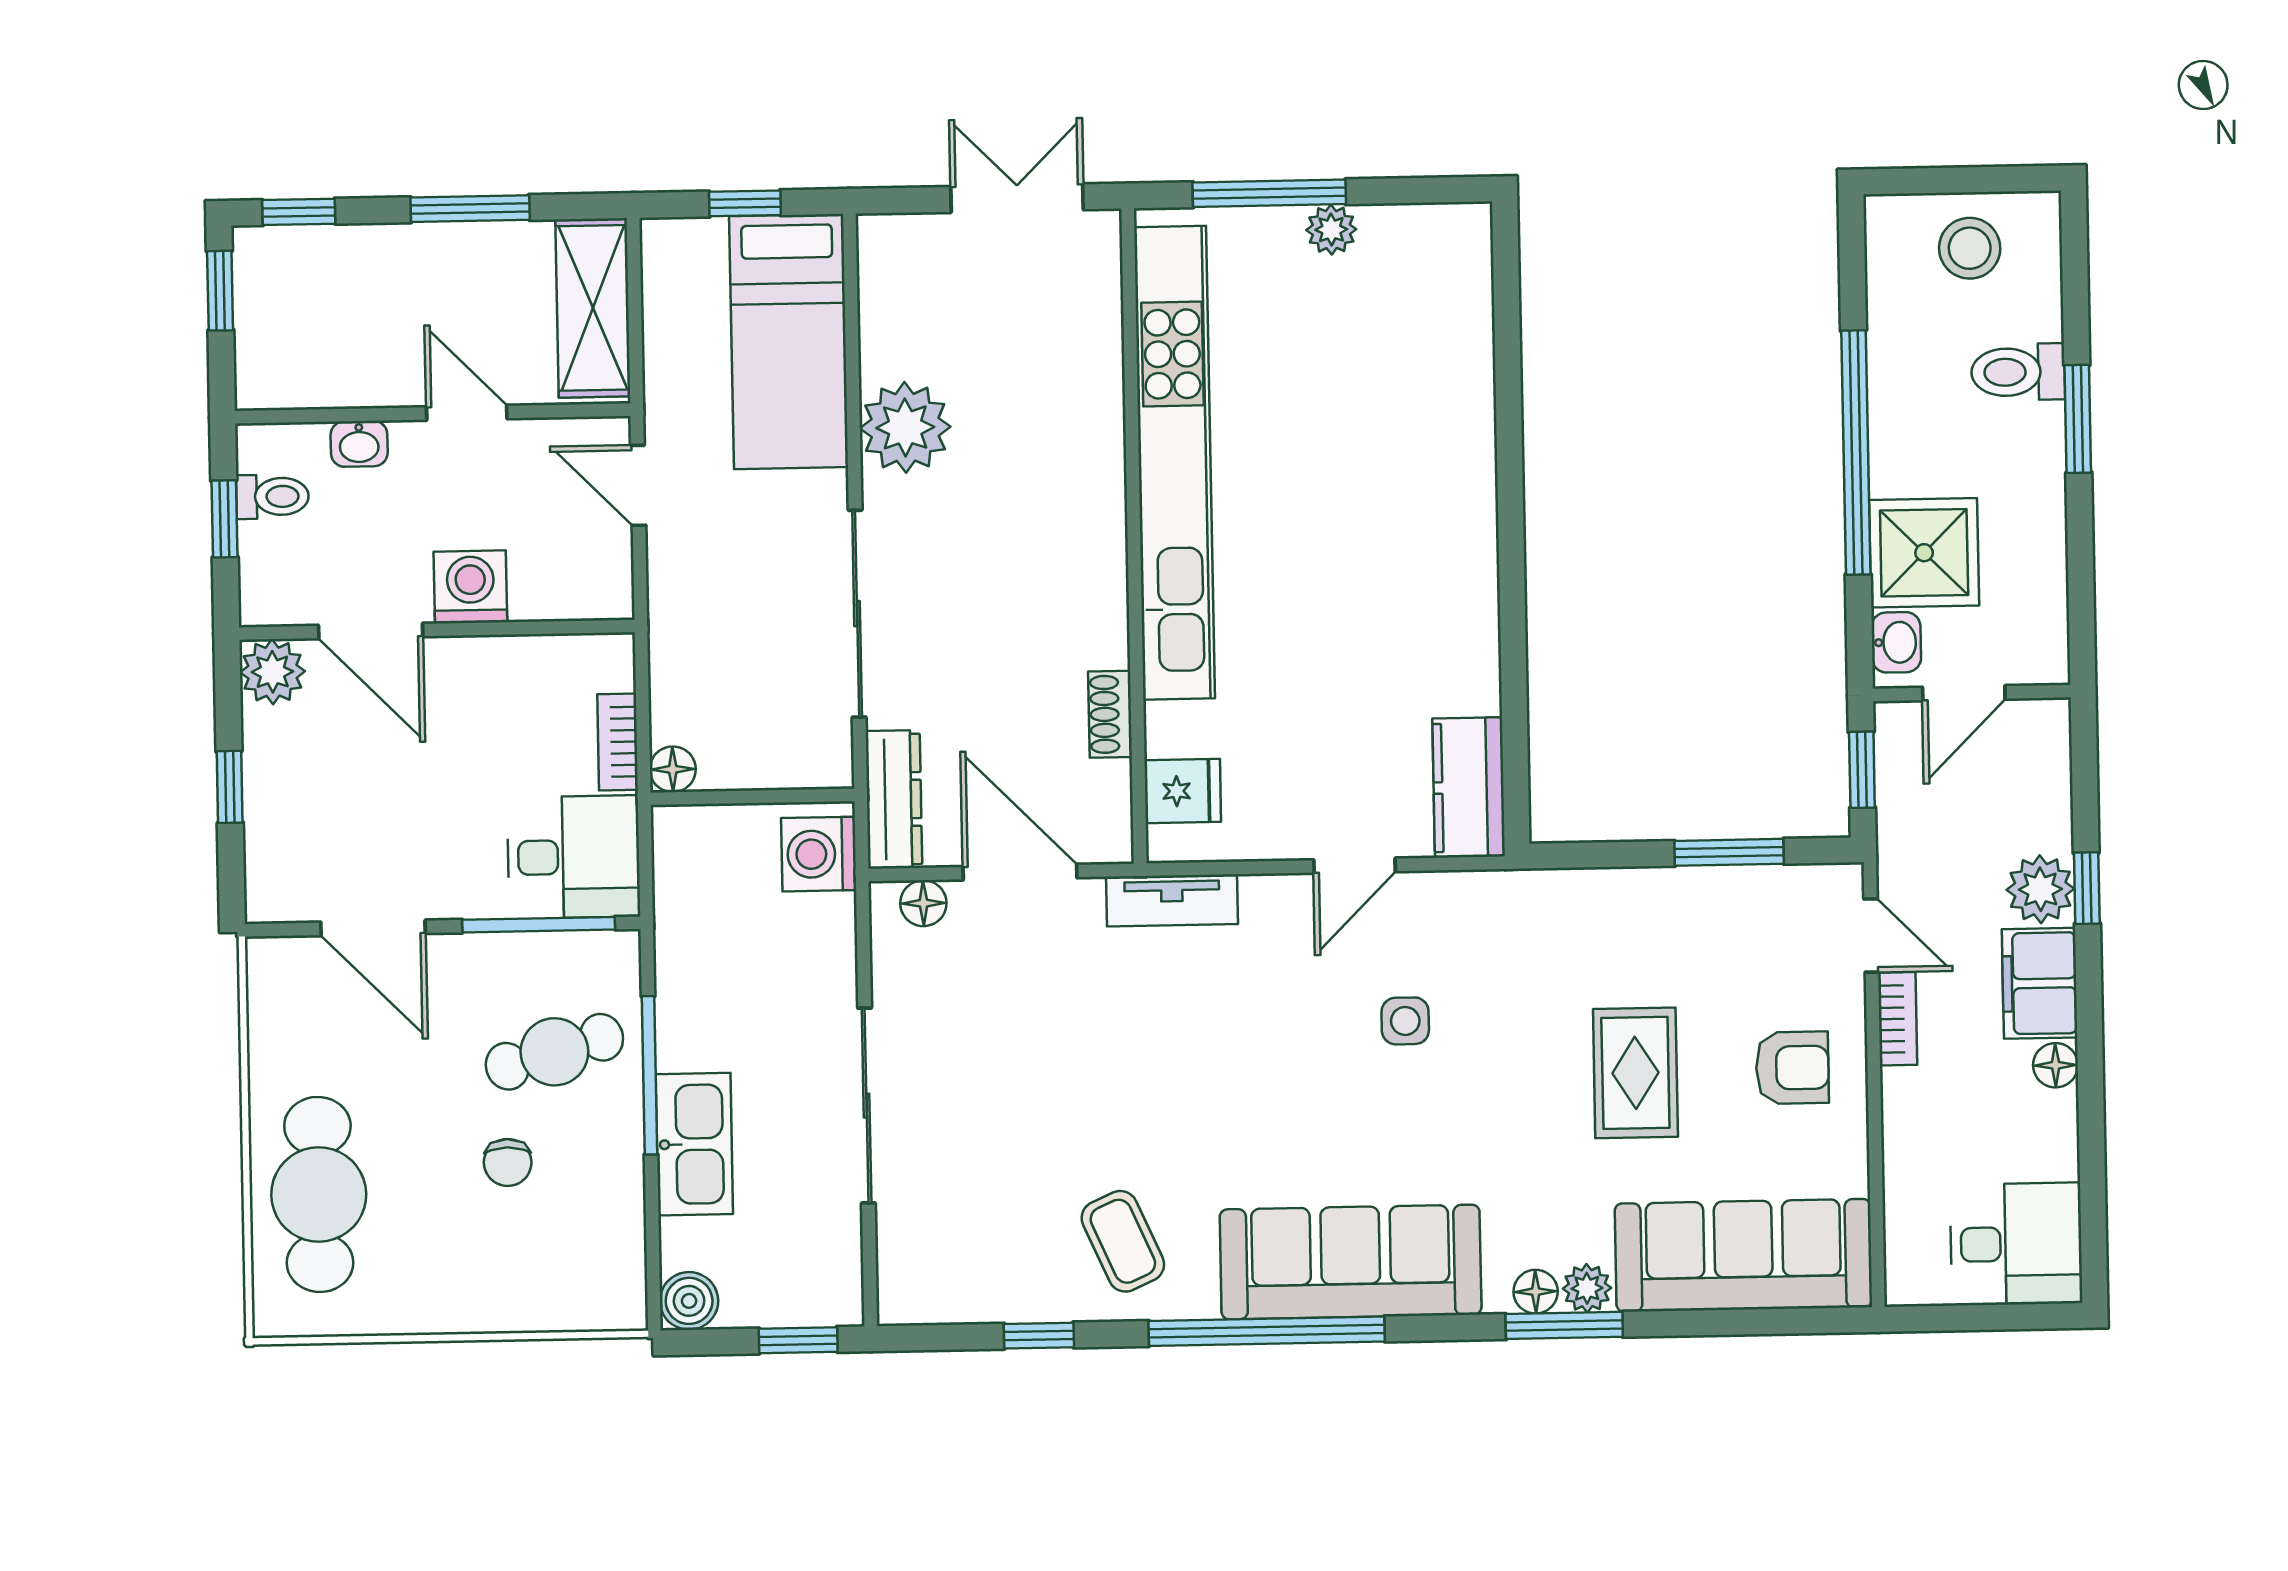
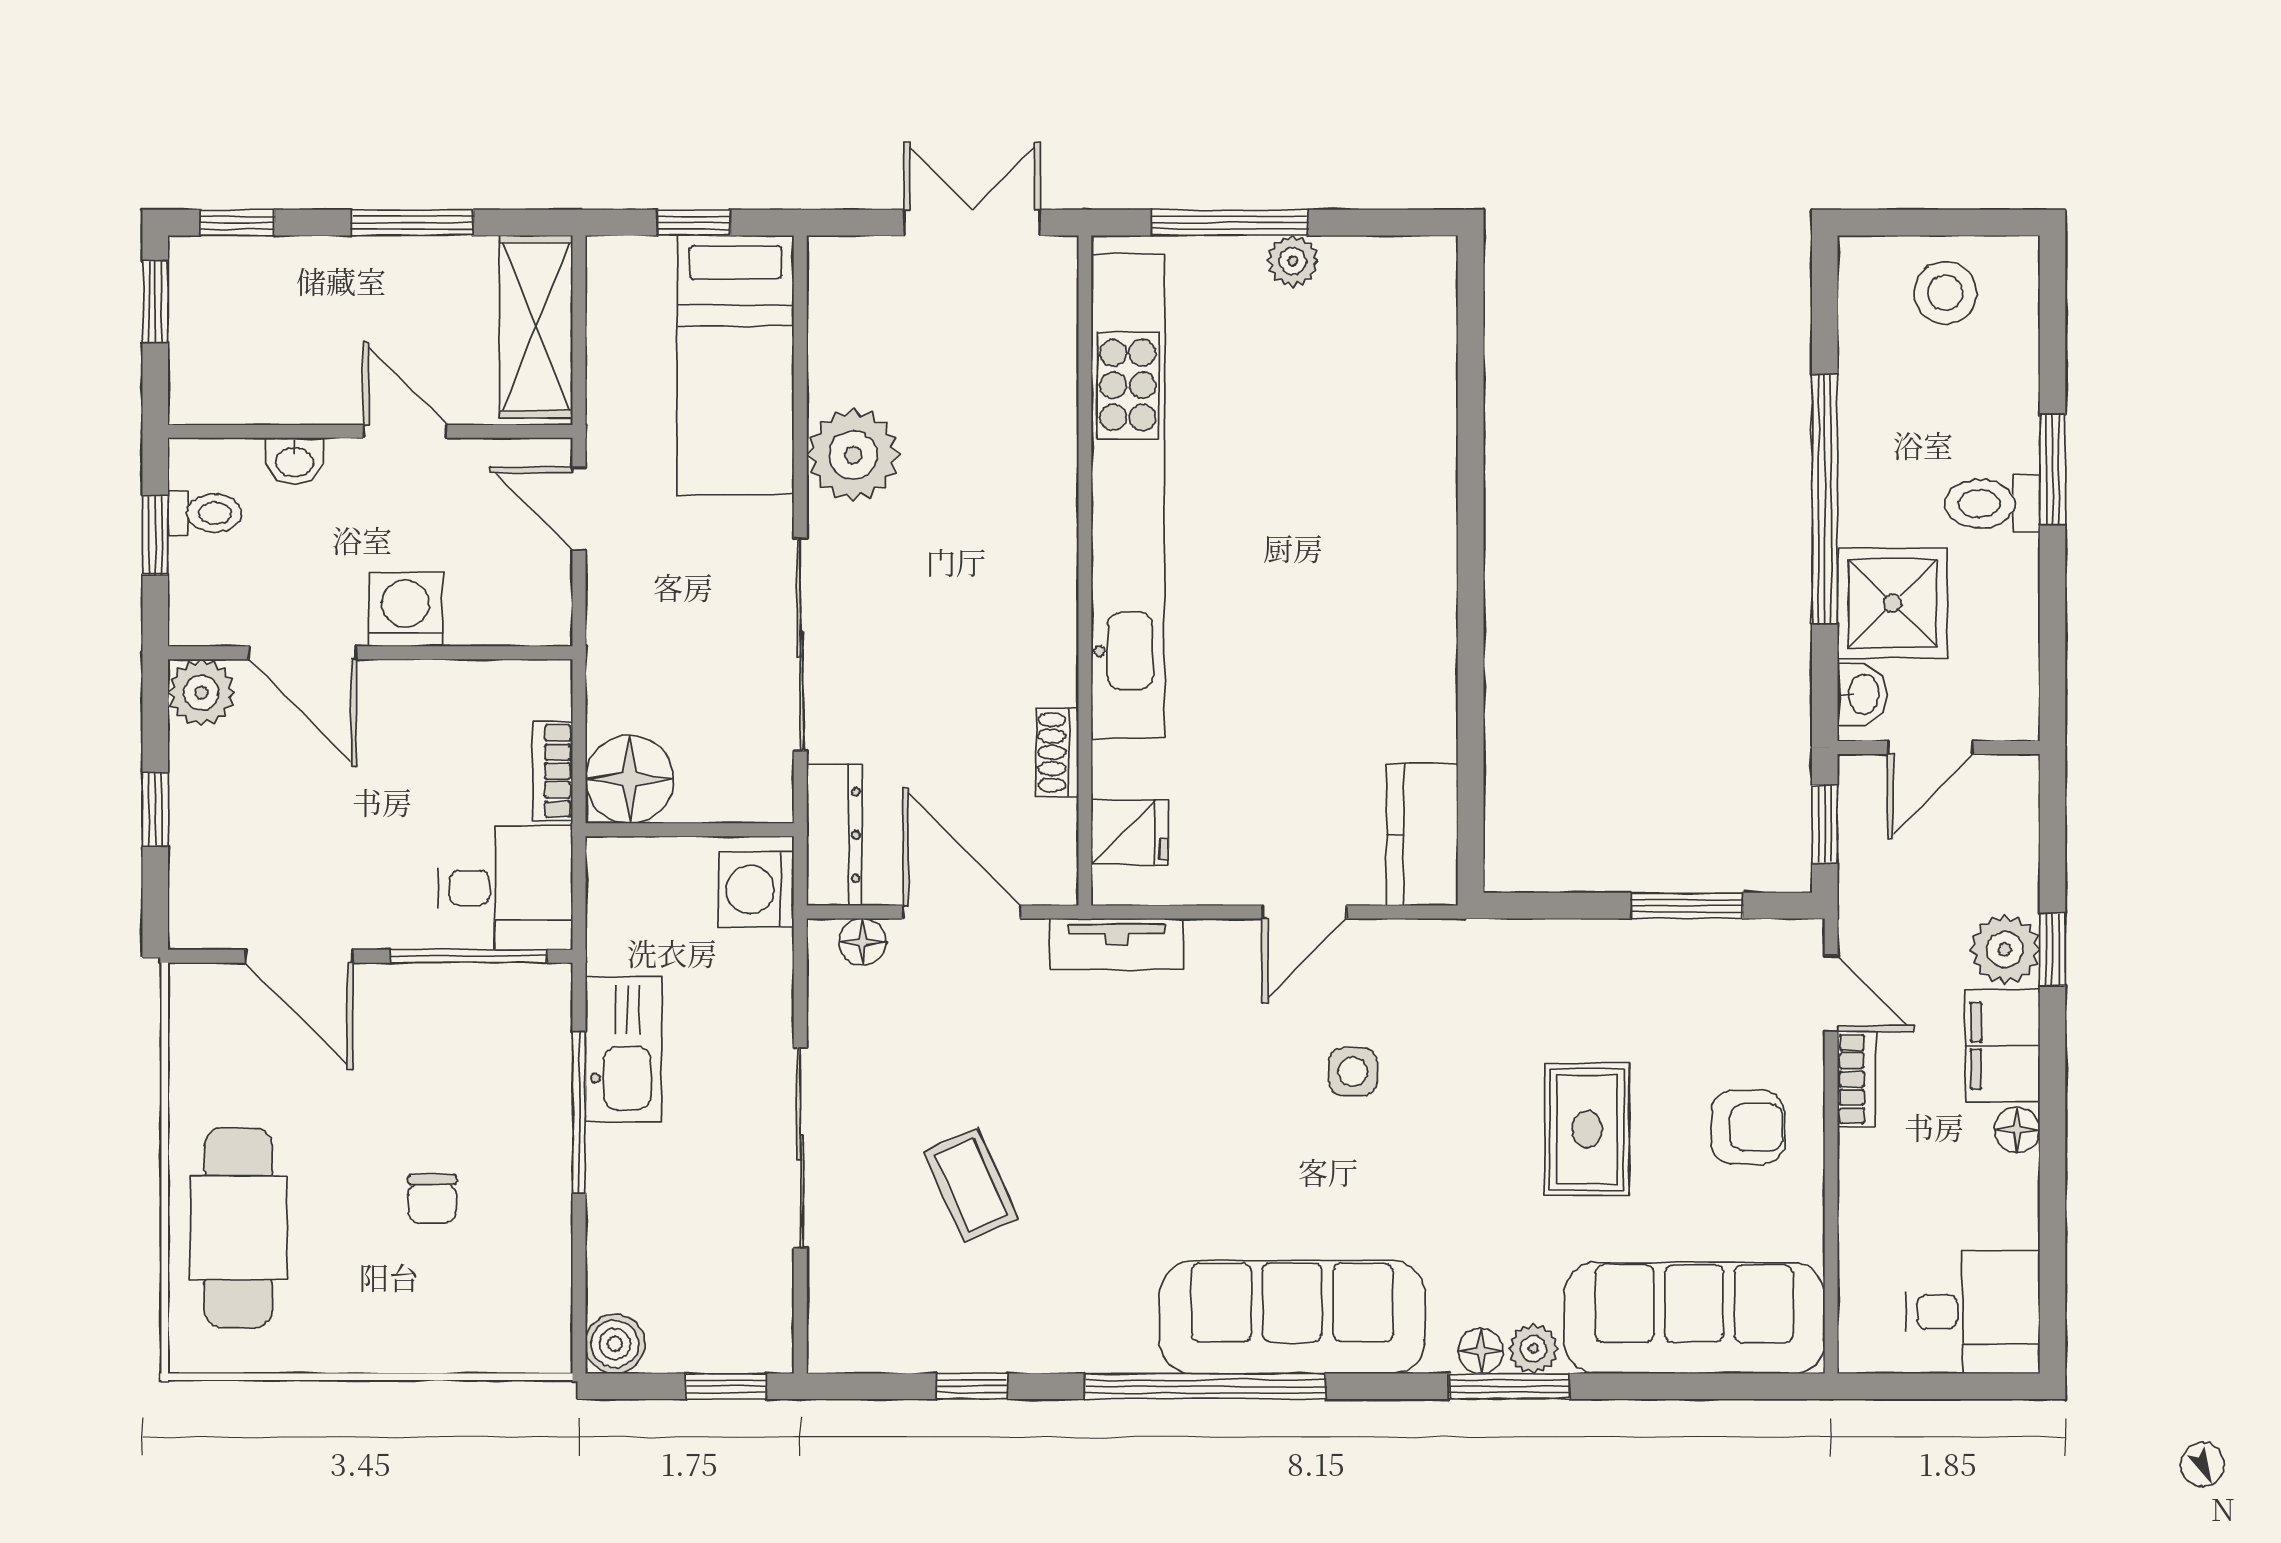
toilet: (2018, 372) -> (1992, 504), moved
floor lamp: (673, 769) -> (630, 779), width x1.89, depth x1.89
cafe table: (554, 1052) -> (482, 1087), removed
kitchen sink: (694, 1144) -> (623, 1049), moved
coffee table: (1123, 1241) -> (971, 1185), moved

